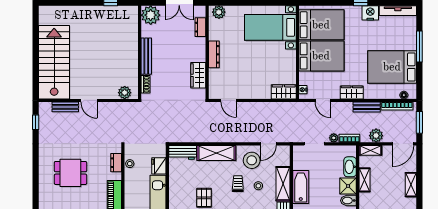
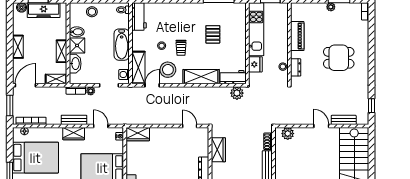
bench: (367, 107) -> (74, 120), moved
plant: (376, 136) -> (237, 93), moved
washing machine: (298, 155) -> (124, 74), added
shelving: (283, 184) -> (138, 67), moved

